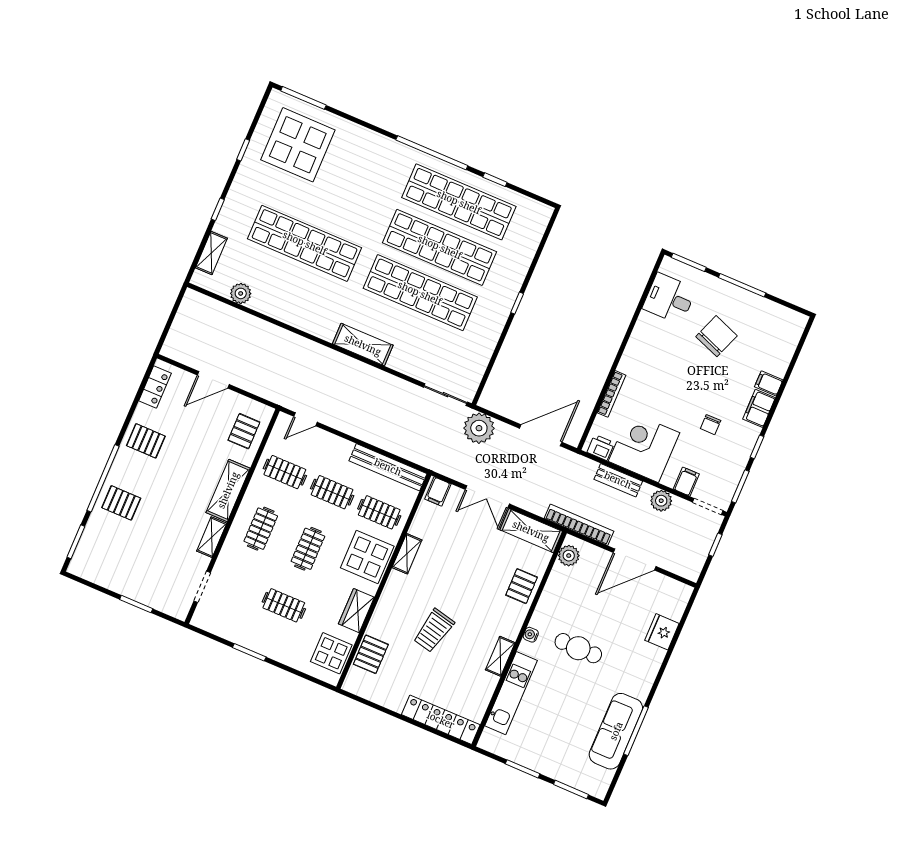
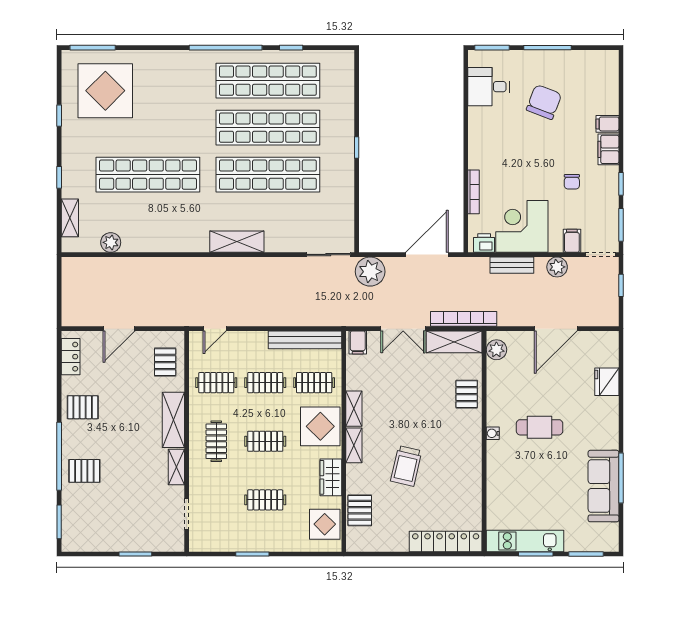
bookcase: (579, 525) -> (464, 319), moved
clothes rail: (308, 549) -> (265, 441), turned 90
shelving: (500, 656) -> (354, 445), moved
kitchen unit: (511, 693) -> (525, 541), moved, turned -90

